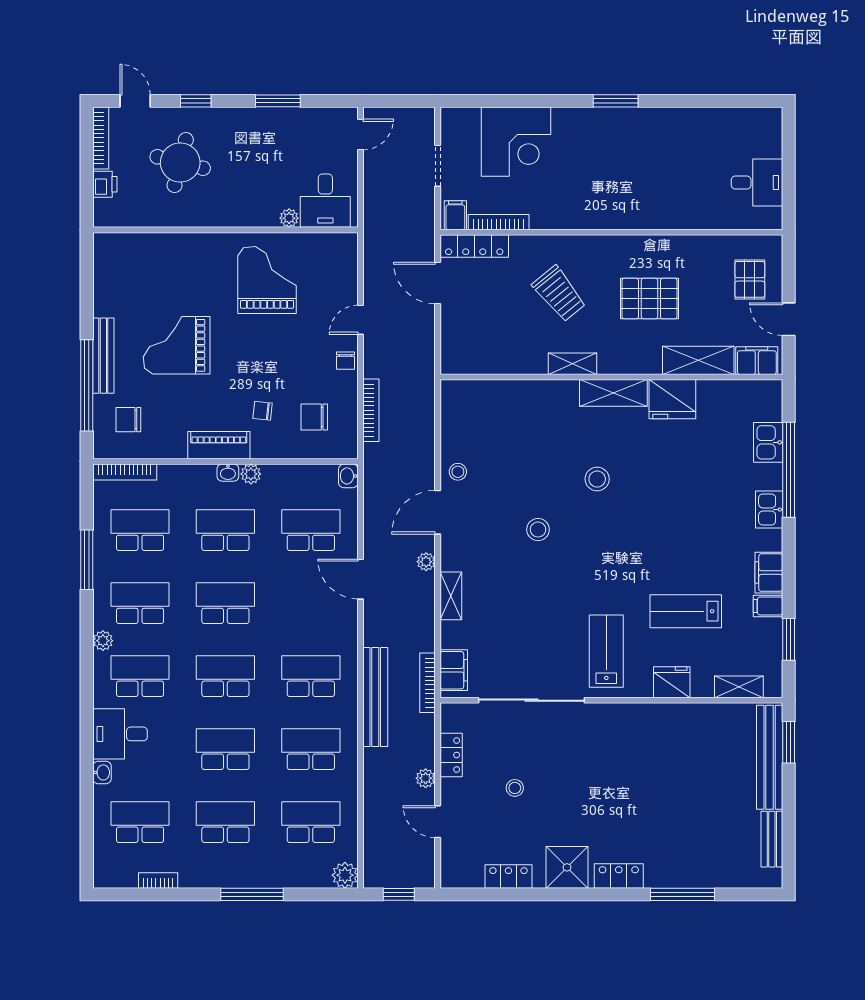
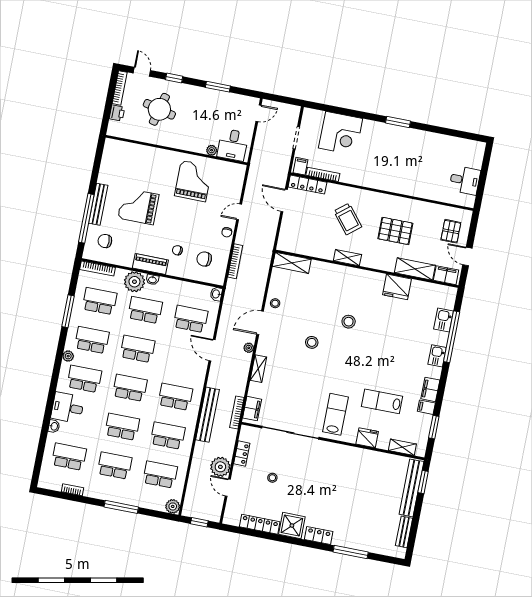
shelving: (613, 393) -> (292, 263), moved
plant: (251, 474) -> (134, 282), moved, width x1.88, depth x1.88
plant: (426, 778) -> (220, 467), width x1.88, depth x1.88
locker: (508, 876) -> (260, 524), width x1.53

